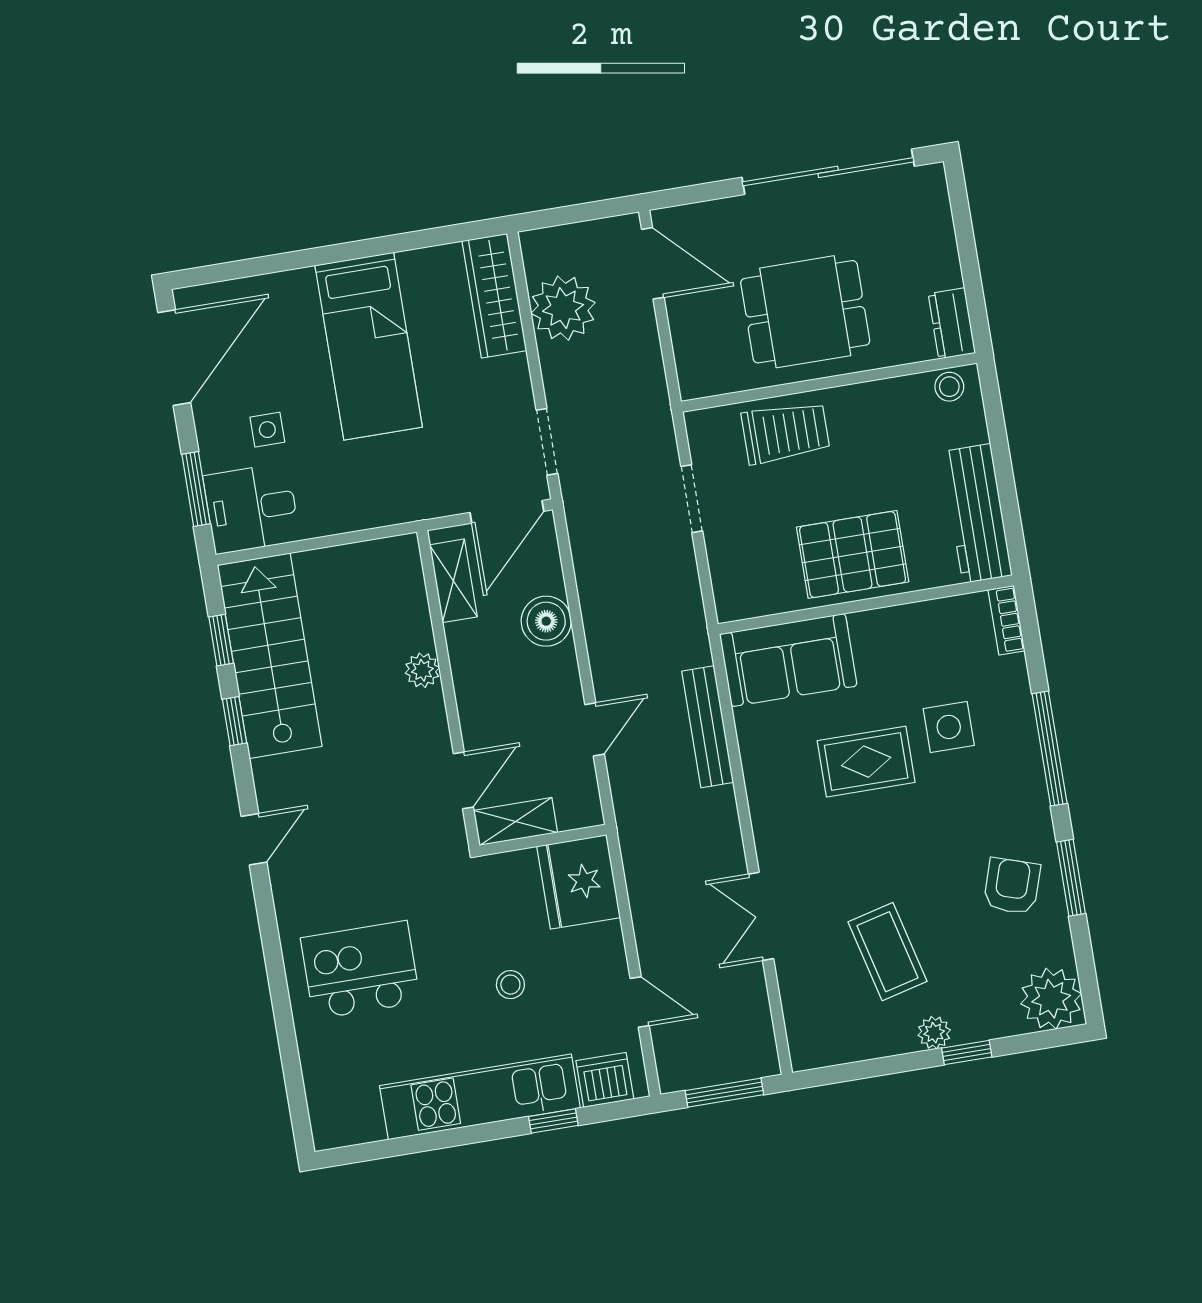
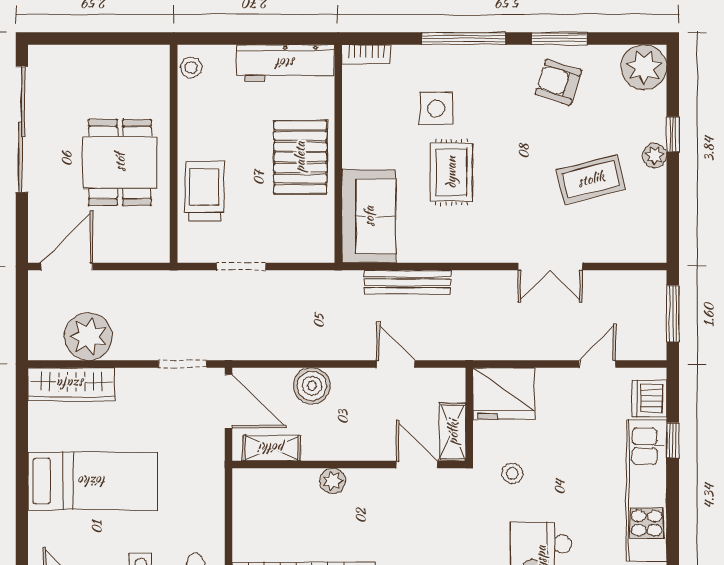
dresser: (952, 323) -> (146, 58), removed
stool: (510, 985) -> (512, 473), moved

